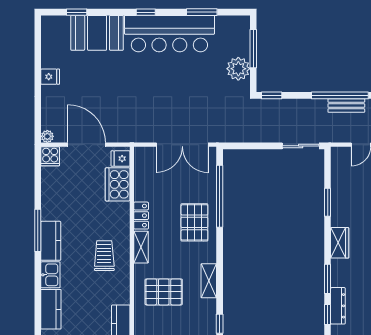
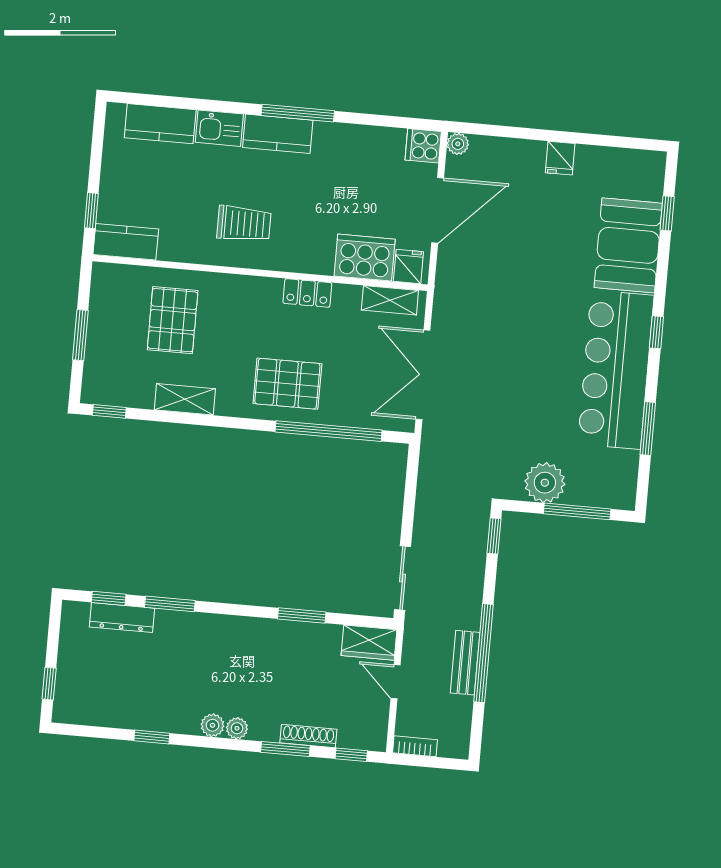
wardrobe: (340, 243) -> (369, 643), moved
shelving: (141, 247) -> (390, 300), moved

